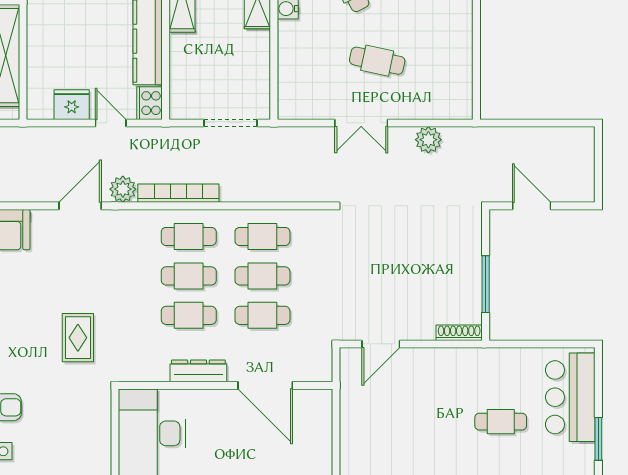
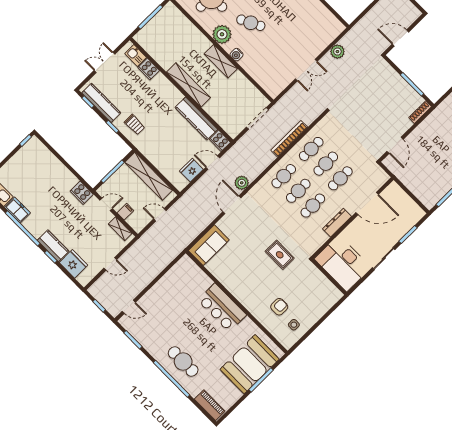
cafe table: (377, 61) -> (289, 41), removed
bookcase: (178, 193) -> (289, 139), moved

